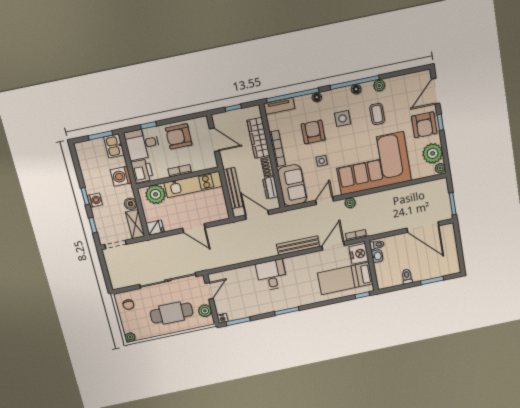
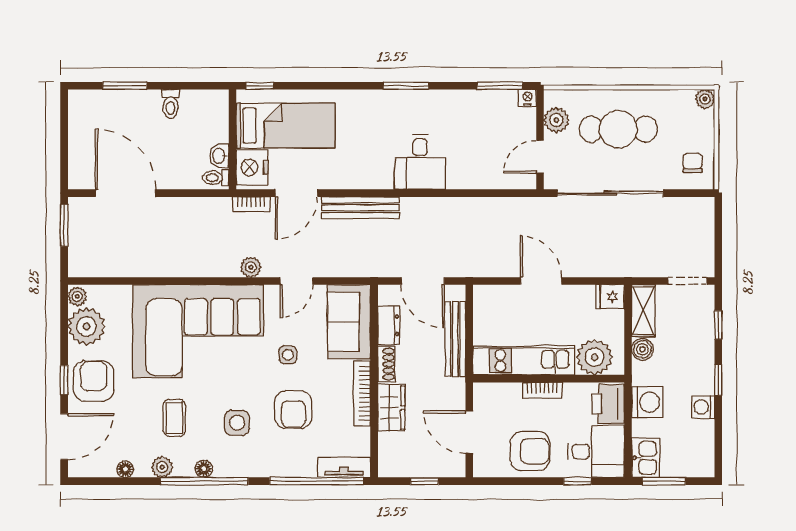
floor lamp: (317, 97) -> (125, 469), moved
wardrobe: (259, 138) -> (391, 408), width x0.67
washing machine: (95, 200) -> (703, 407), moved

